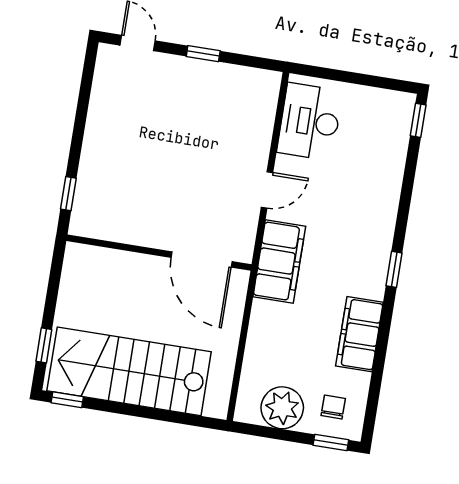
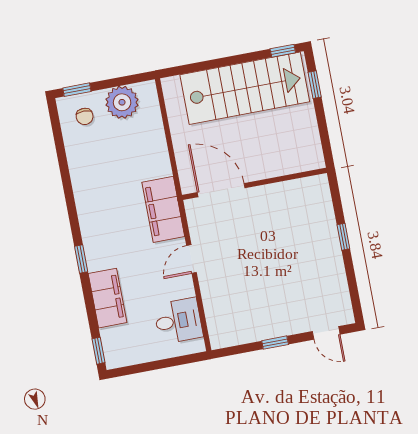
desk: (310, 122) -> (178, 321), width x0.73
window: (68, 194) -> (343, 237), moved
window: (394, 269) -> (81, 259), moved
filing cabinet: (359, 334) -> (107, 298), moved

